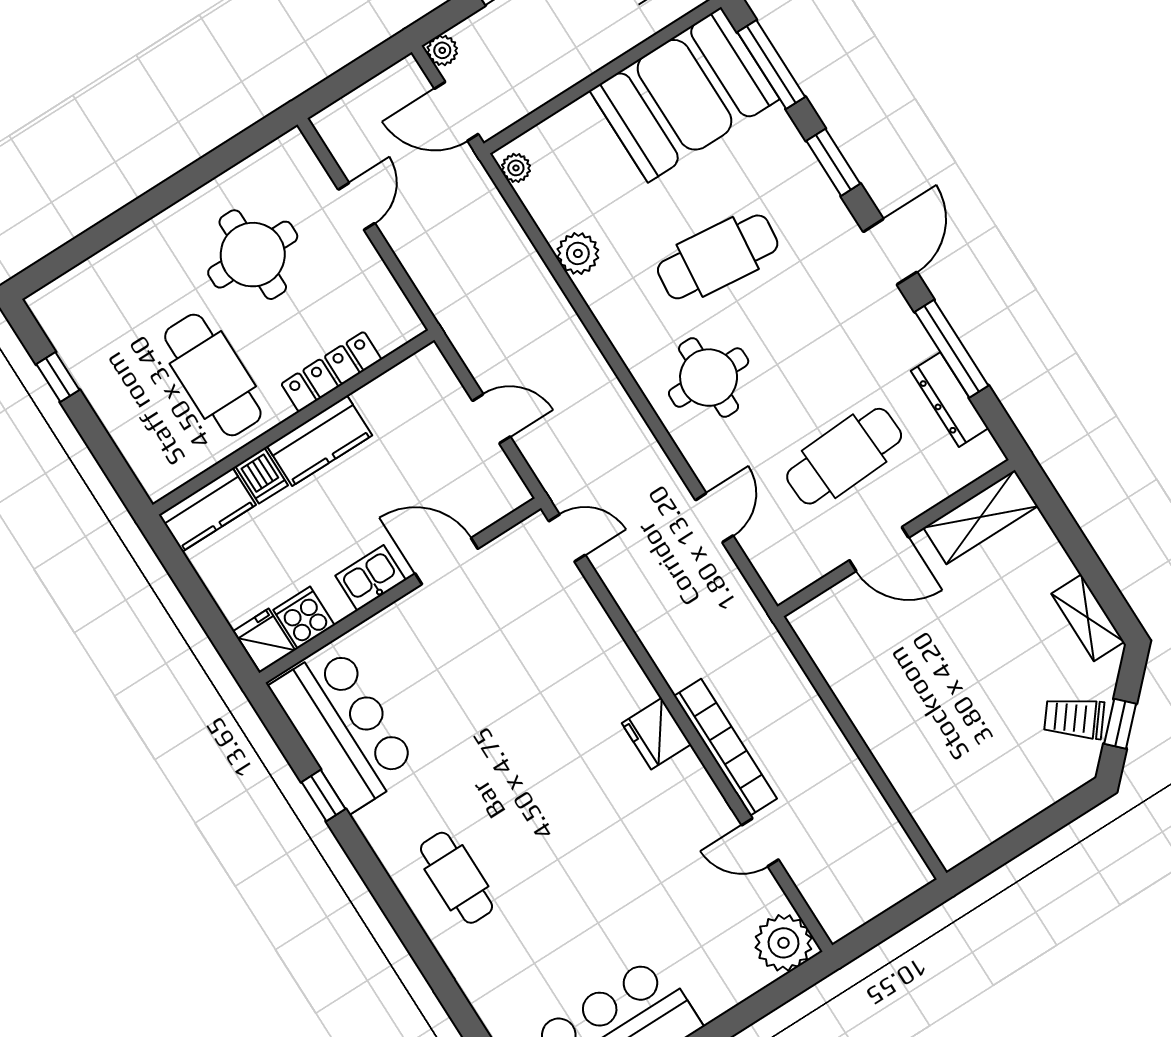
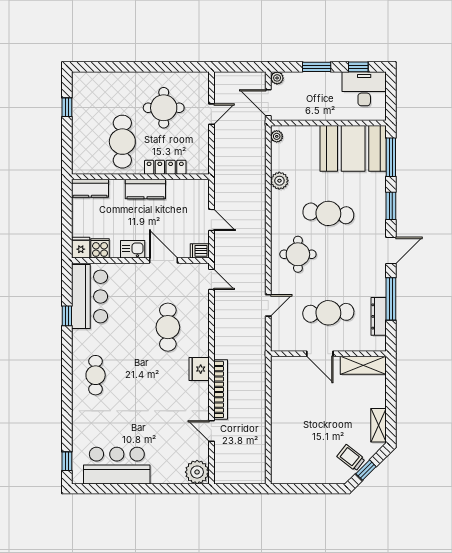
dishwasher: (262, 476) -> (200, 251), moved, turned 90
cafe table: (540, 689) -> (168, 327), added

